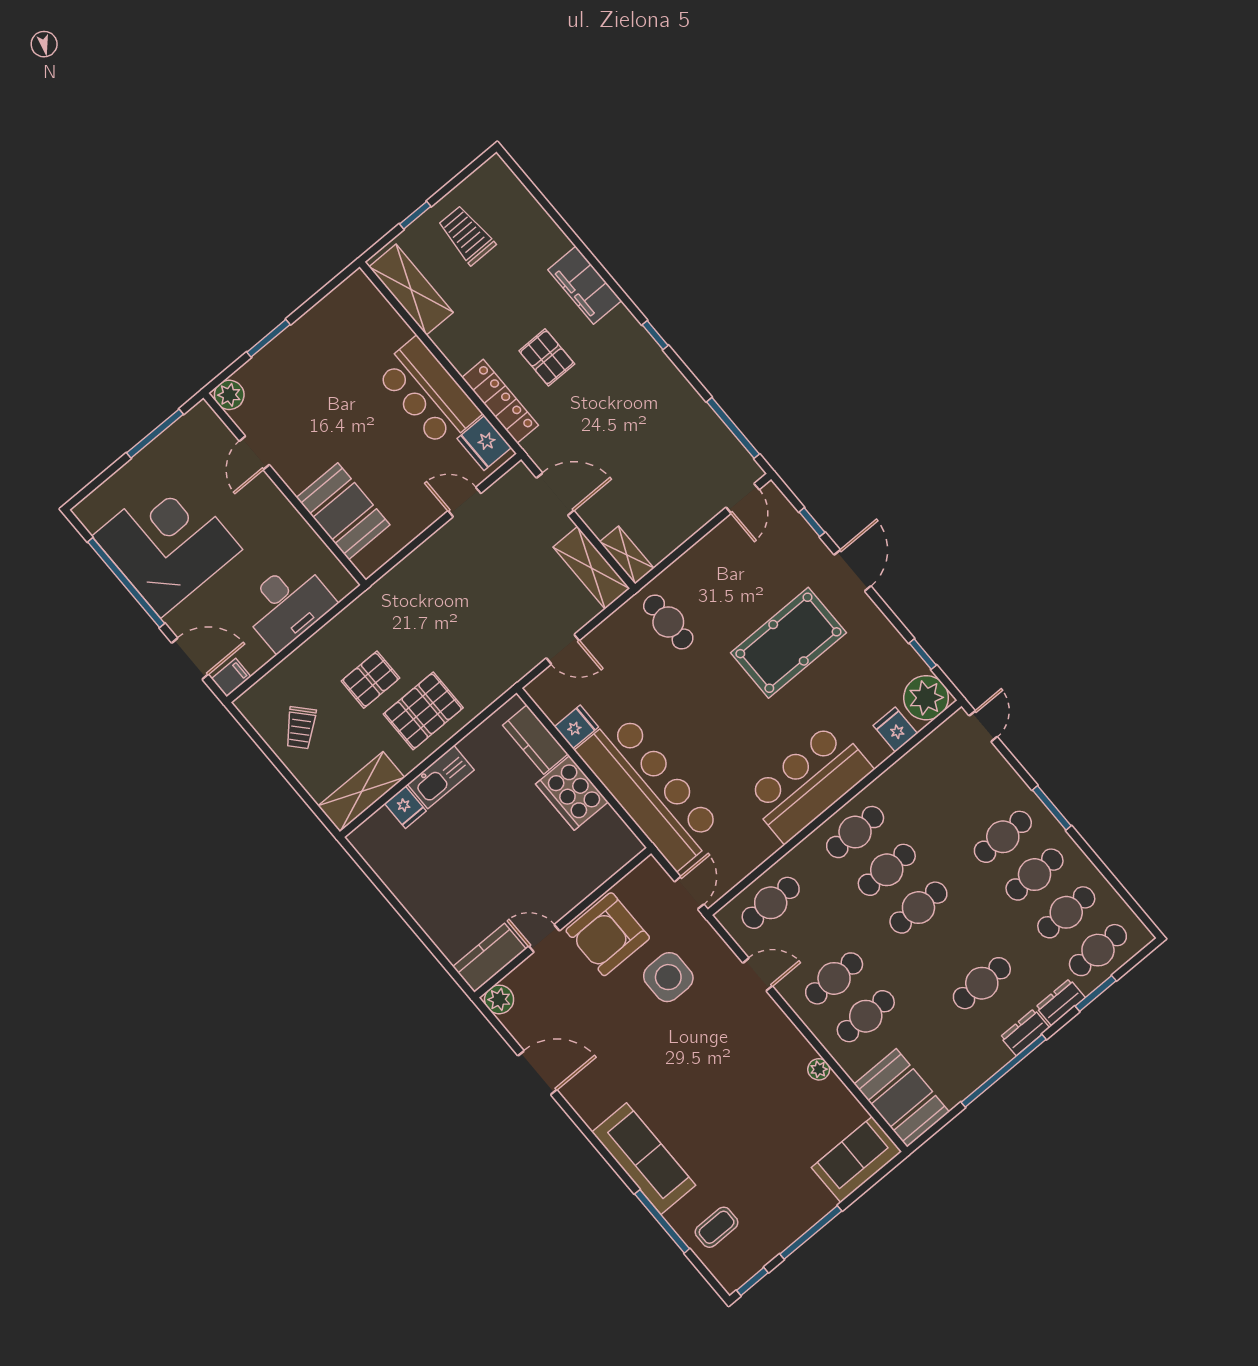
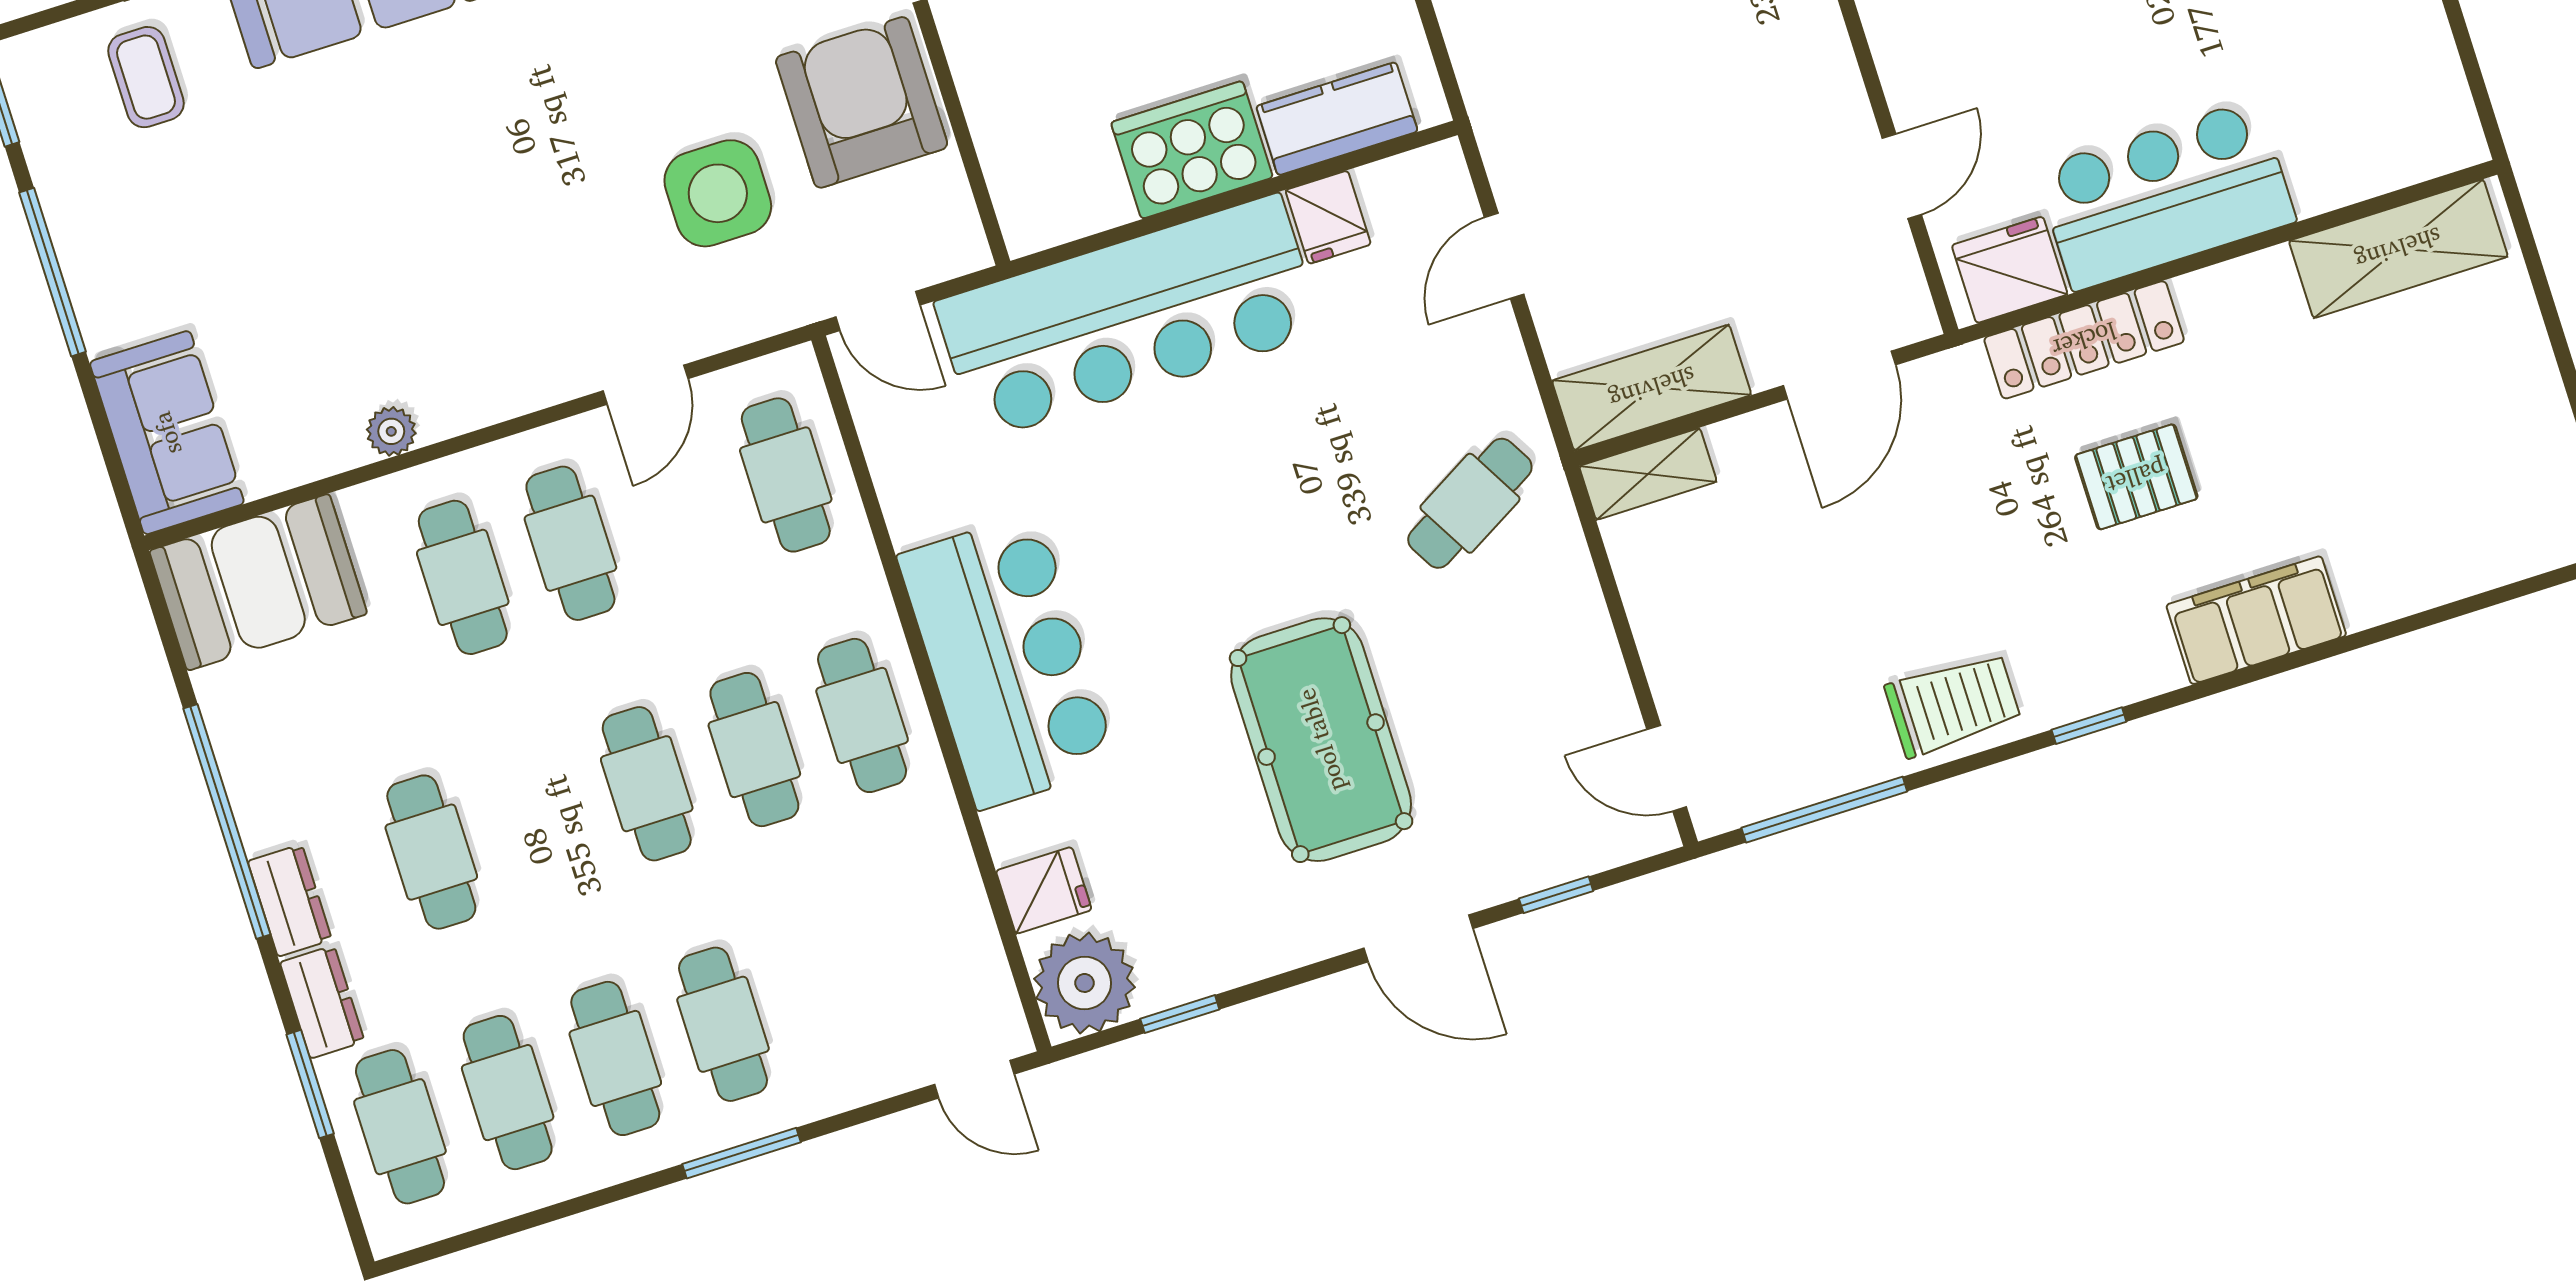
window: (415, 215) -> (2552, 322), removed
trolley: (467, 235) -> (1953, 704), moved
cafe table: (668, 622) -> (1470, 503), turned -30

